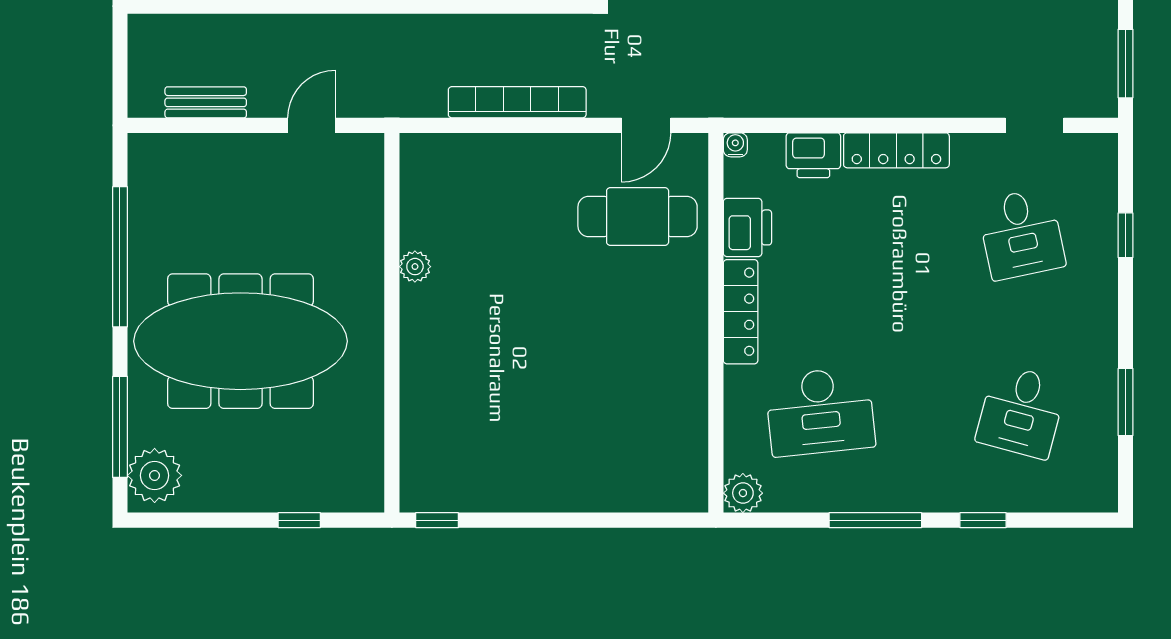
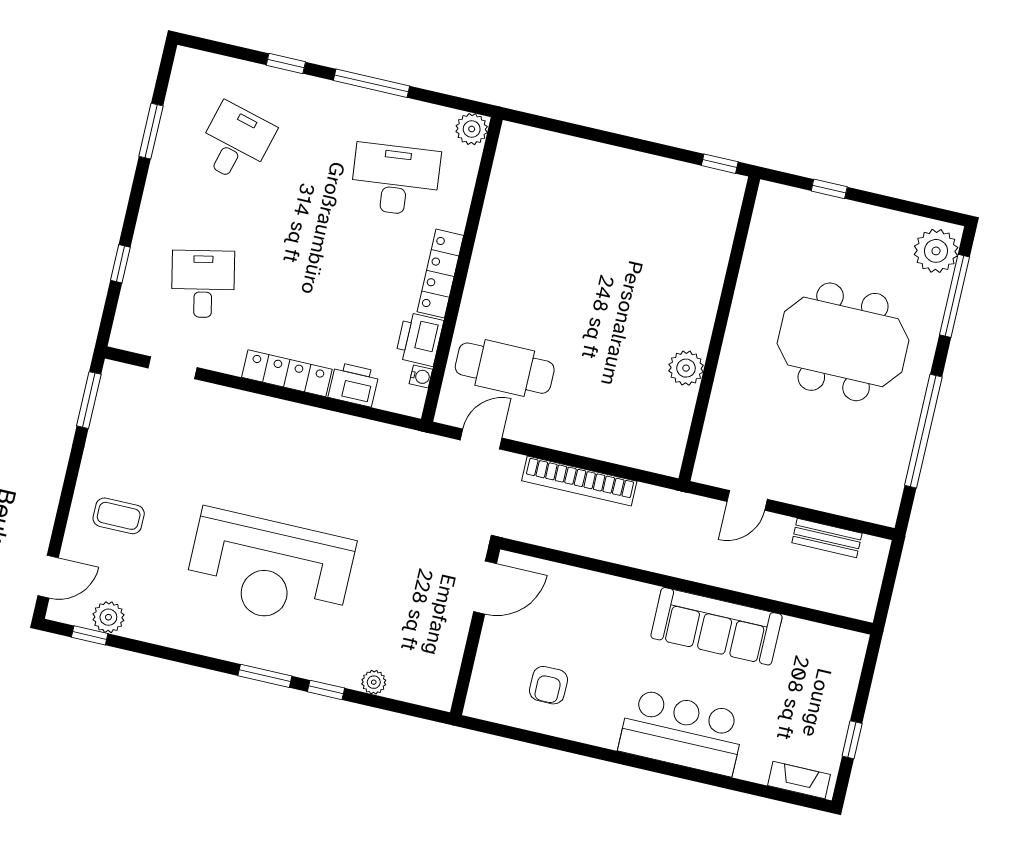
water cooler: (735, 145) -> (421, 377), moved, turned -90
plant: (415, 267) -> (686, 368), width x1.38, depth x1.38
meeting table: (240, 341) -> (843, 342), width x0.73

